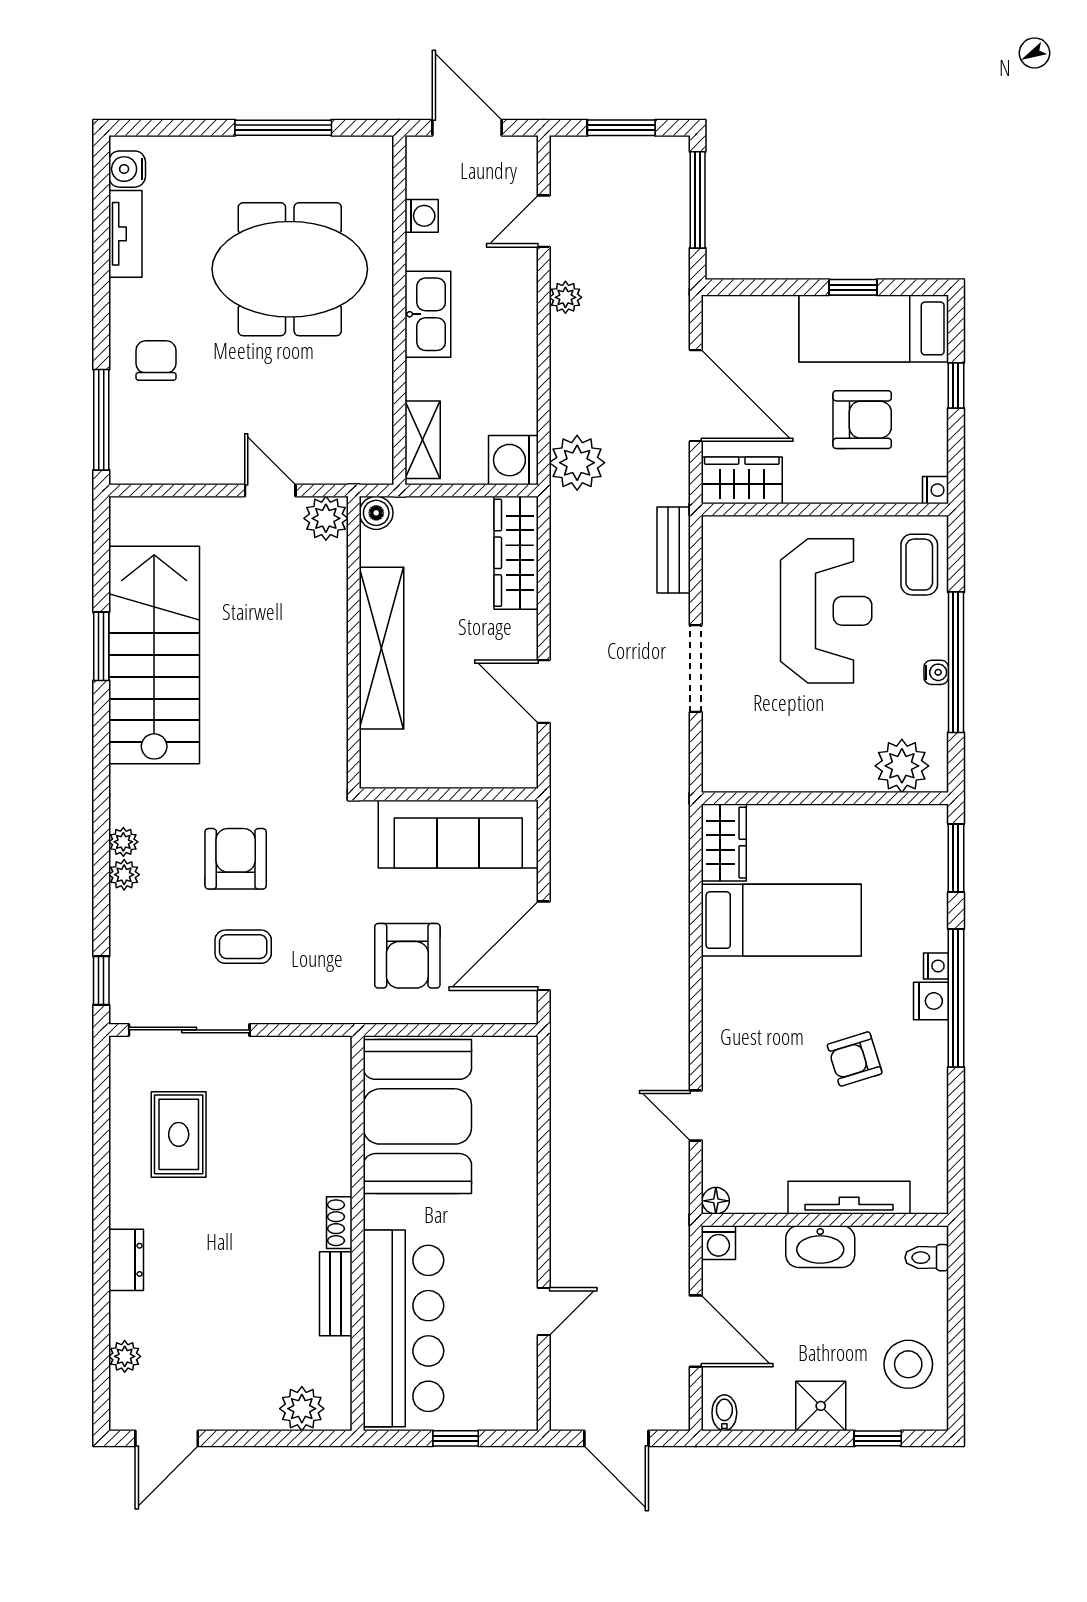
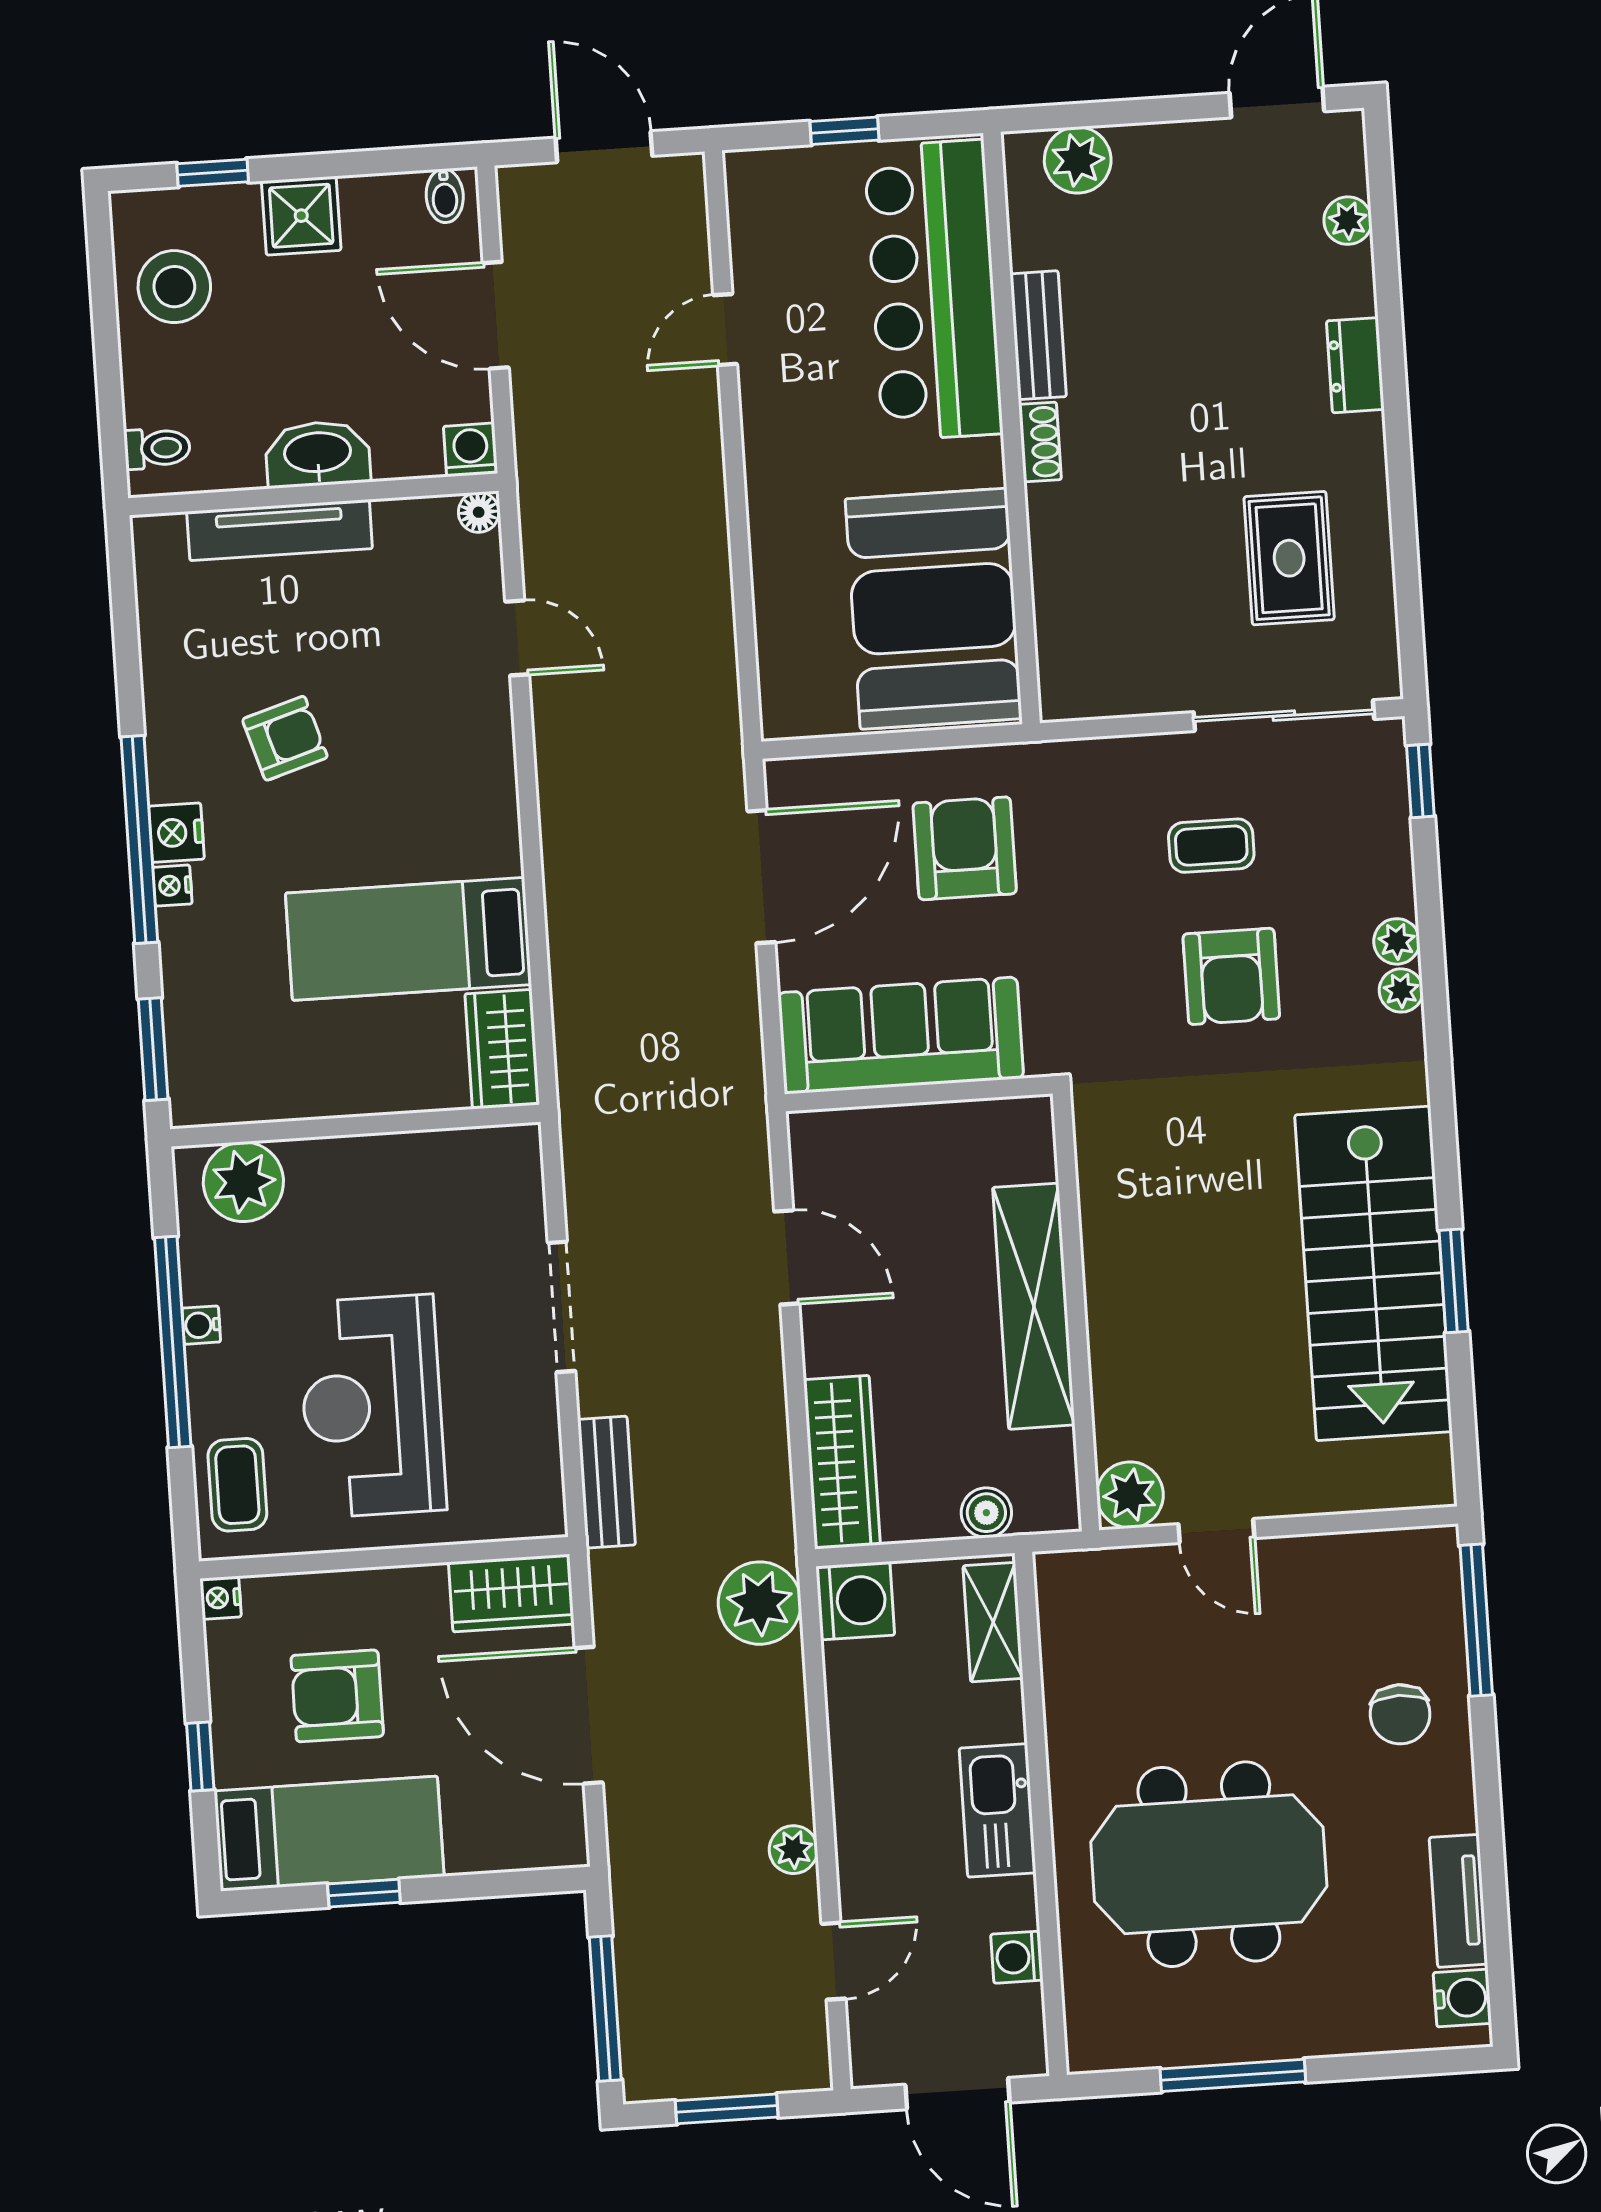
boiler: (376, 513) -> (986, 1513), moved

